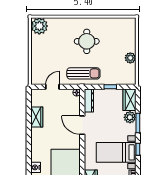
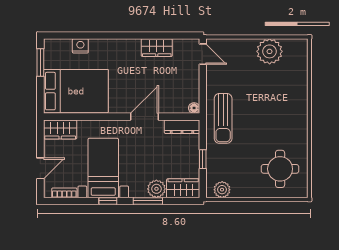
plant: (39, 26) -> (270, 51), moved
round table: (87, 41) -> (280, 169), moved
plant: (130, 58) -> (222, 190), moved
door: (52, 87) -> (203, 54), moved

